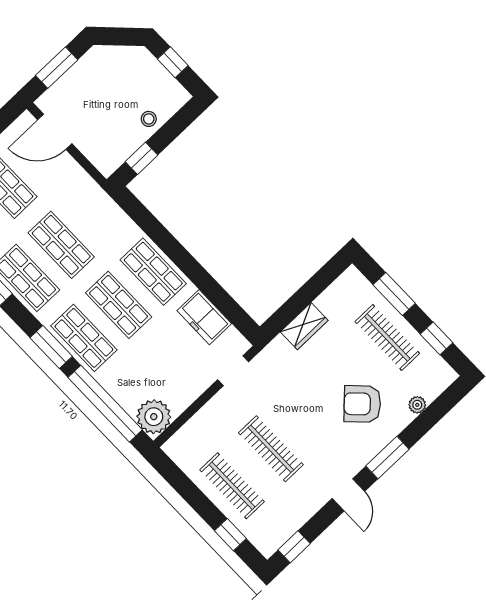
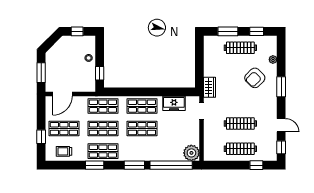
wardrobe: (304, 326) -> (210, 87), moved
shop shelf: (84, 338) -> (103, 106), moved
door: (348, 495) -> (281, 125), moved

